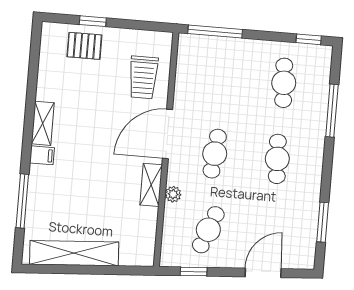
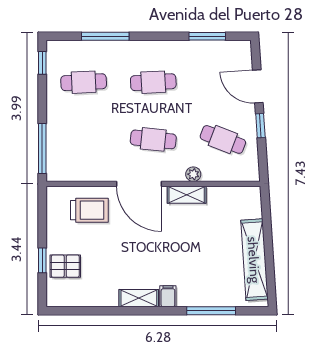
pallet: (84, 46) -> (65, 266), turned 90
window: (194, 272) -> (260, 126), moved

